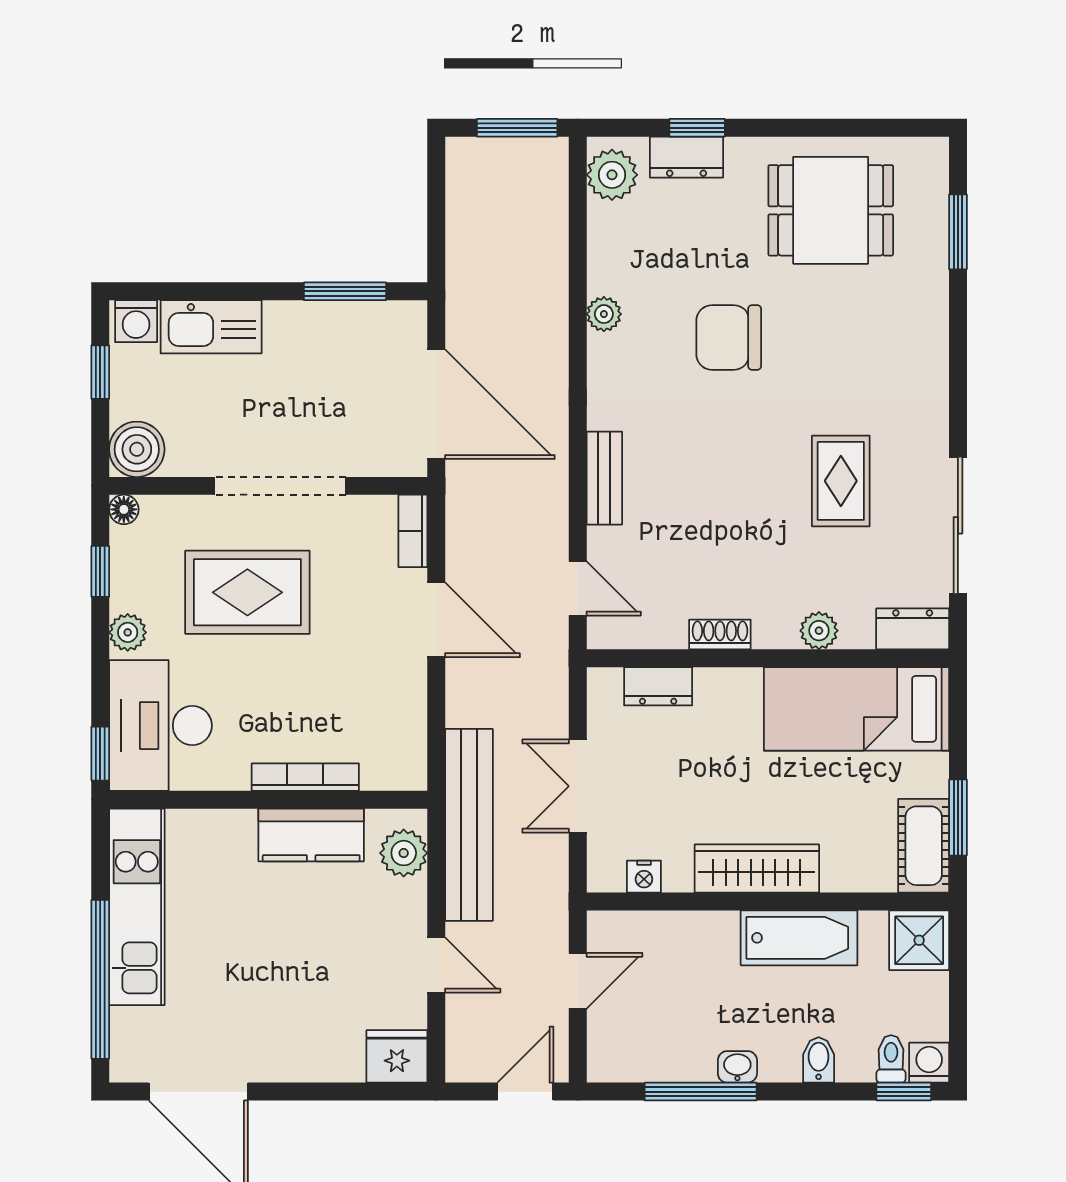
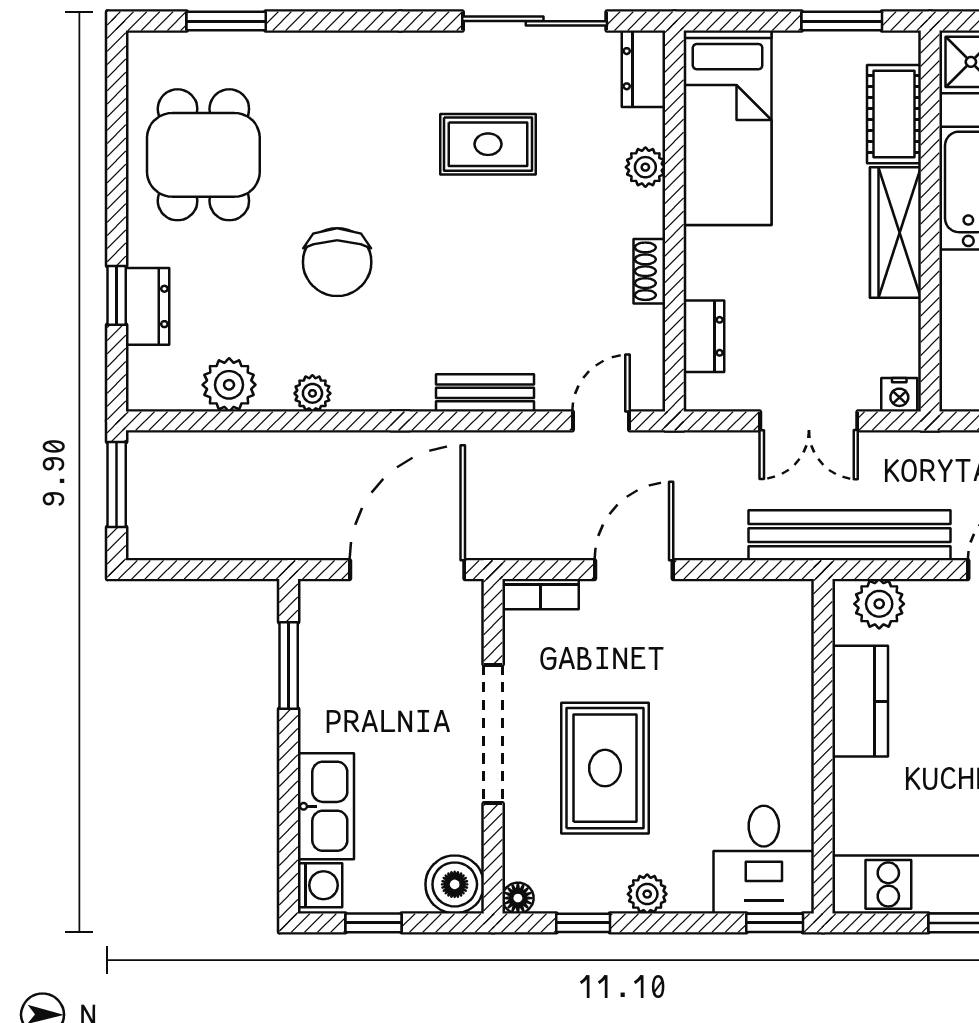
plant: (612, 175) -> (229, 385), moved
desk: (160, 726) -> (764, 860), width x0.73
bookcase: (305, 777) -> (799, 707), removed
cot: (924, 846) -> (894, 114), moved, turned 90
nightstand: (644, 877) -> (899, 395), moved, turned 90

